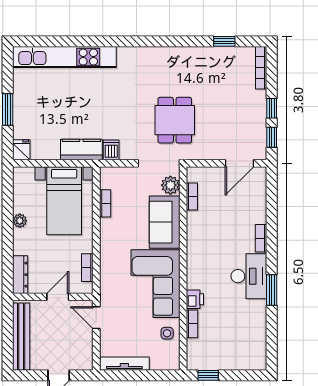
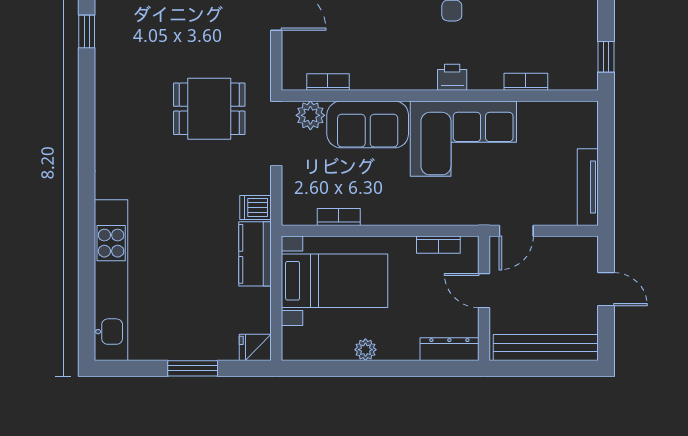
printer: (195, 299) -> (452, 77), moved
side table: (167, 333) -> (541, 121), removed

